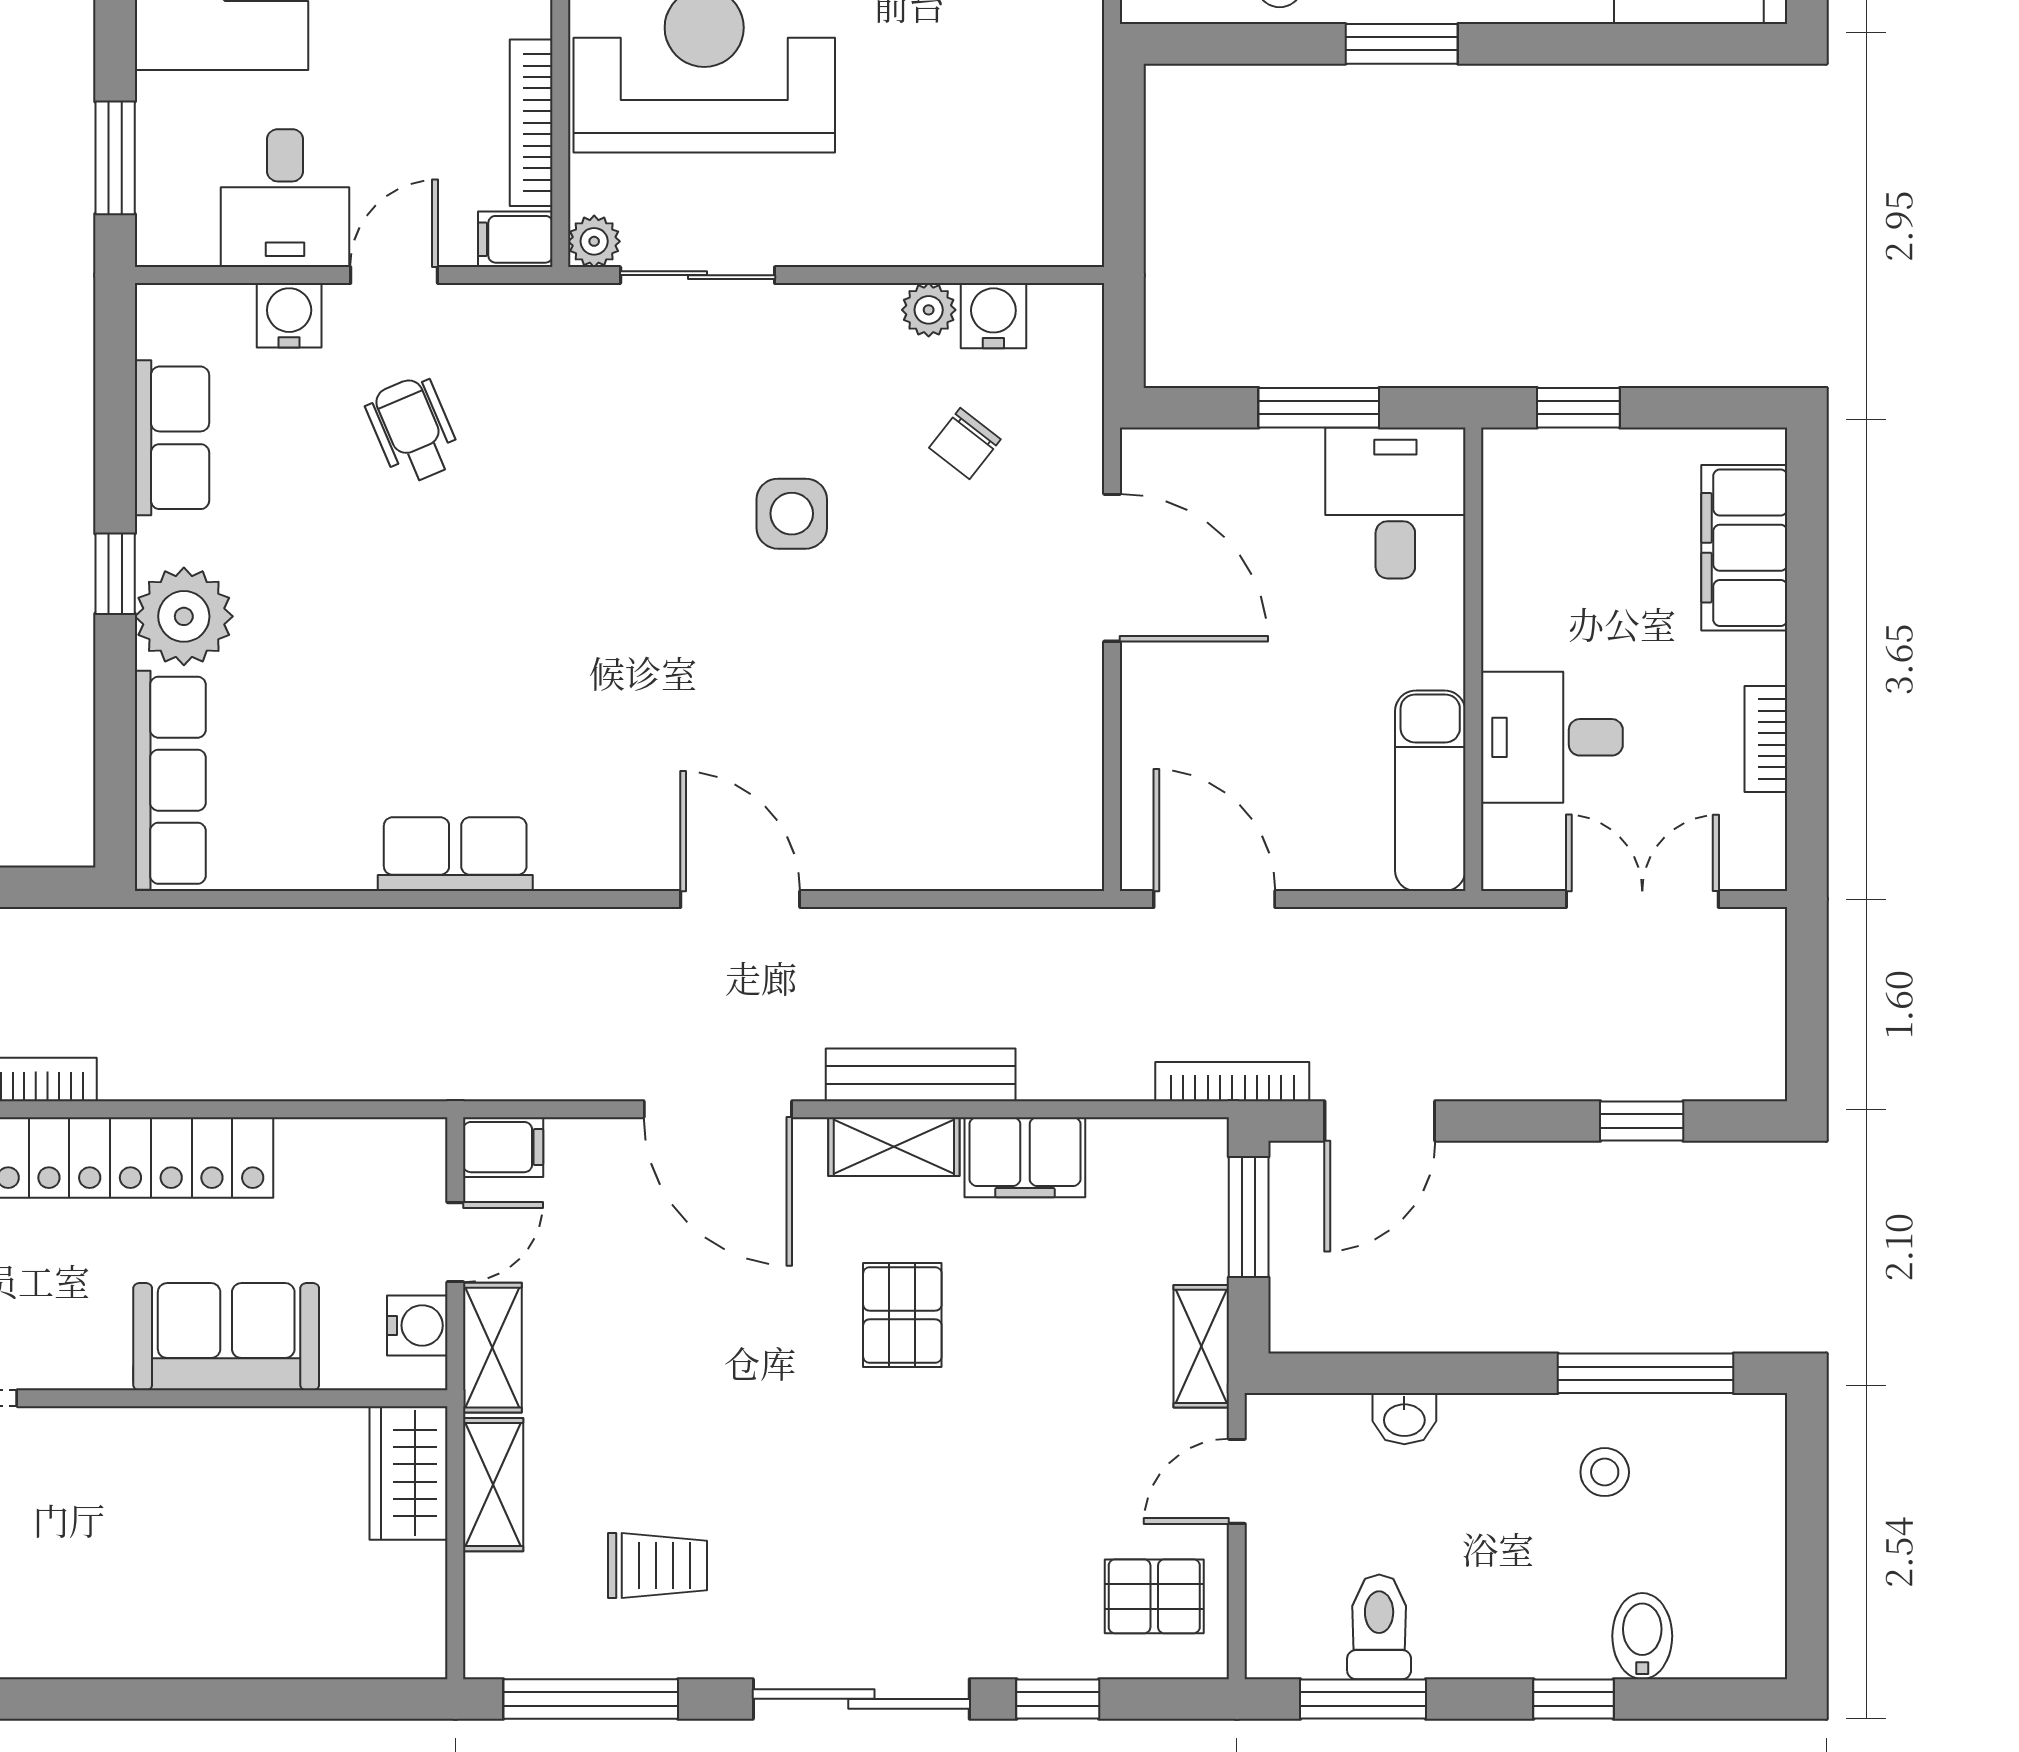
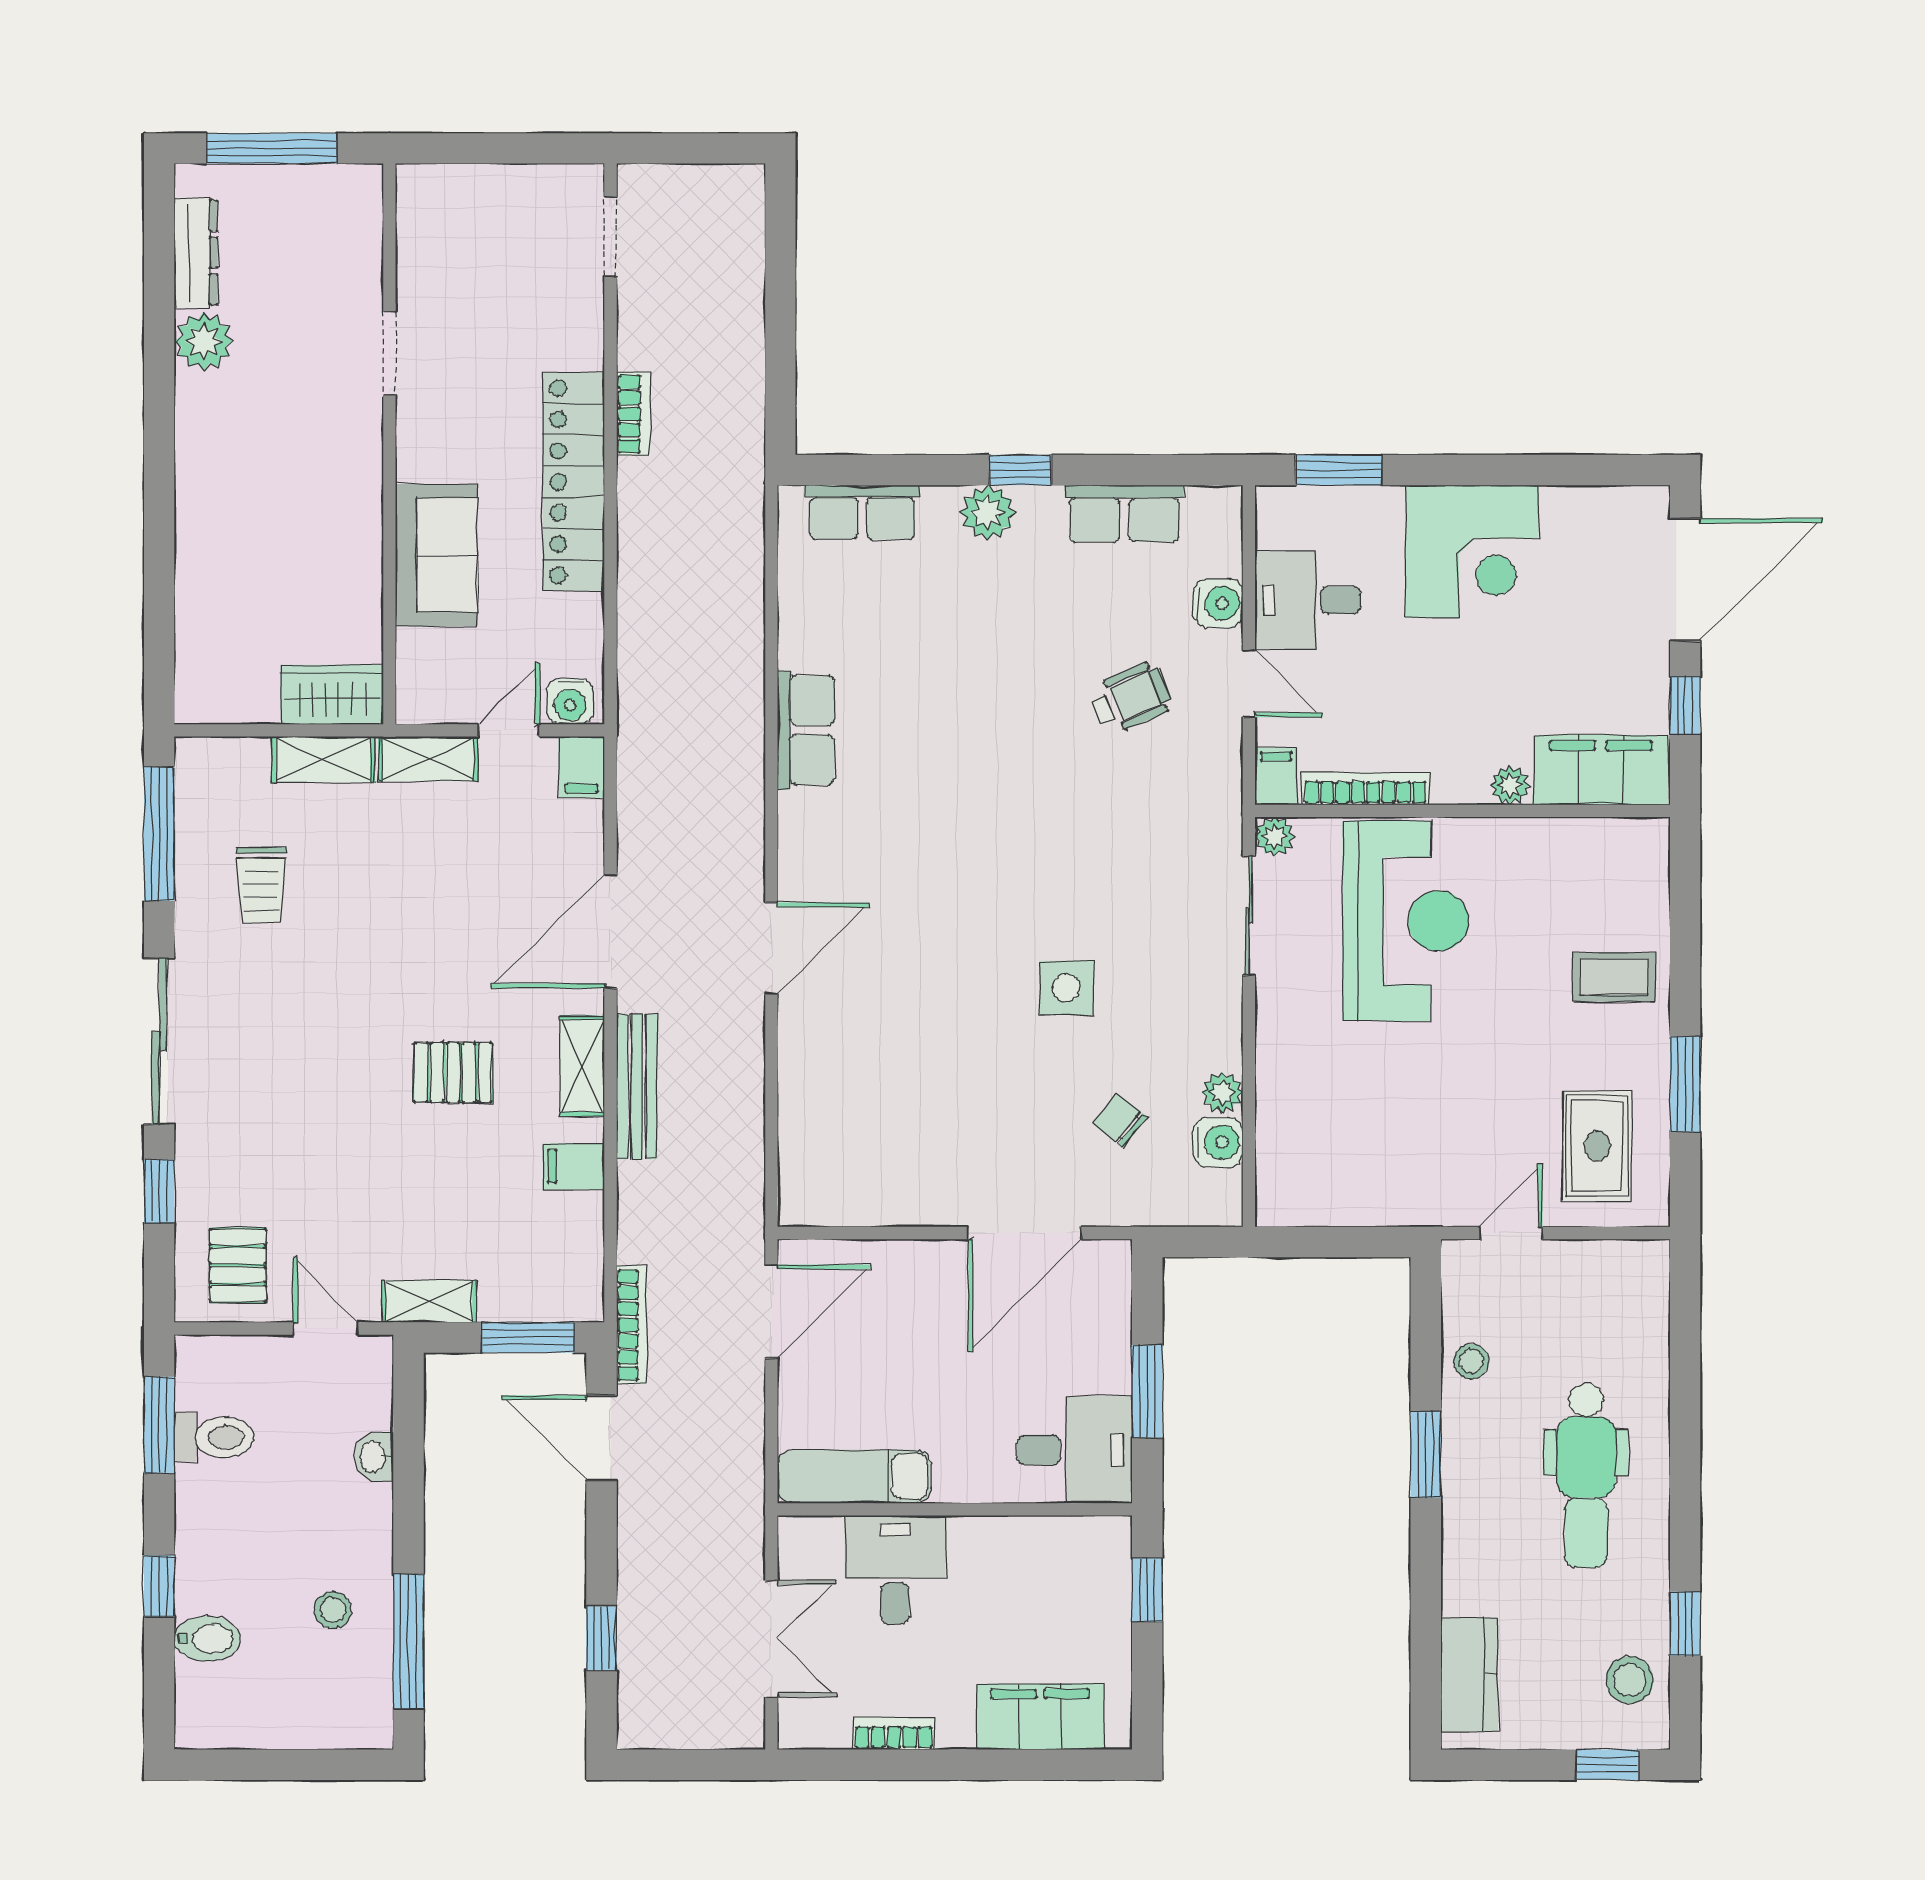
plant: (184, 616) -> (988, 513), width x0.73, depth x0.73
row of seats: (170, 780) -> (862, 512), width x0.68
filing cabinet: (1025, 1157) -> (574, 1166), width x0.50
door: (455, 1242) -> (509, 730), swing flipped
water cooler: (417, 1325) -> (570, 701), moved

